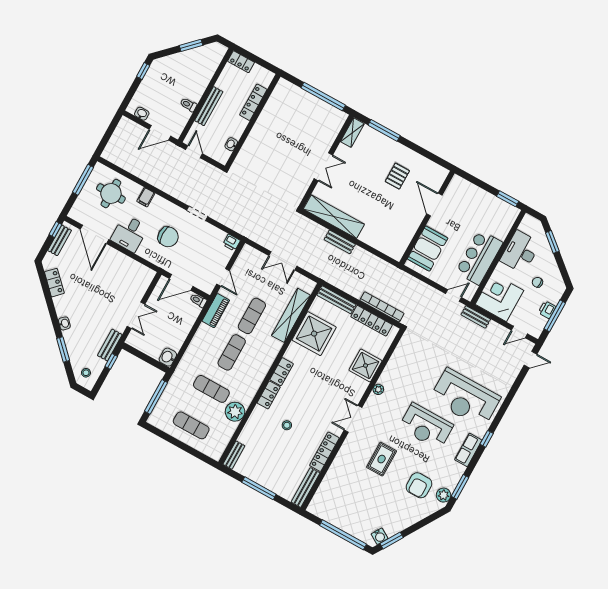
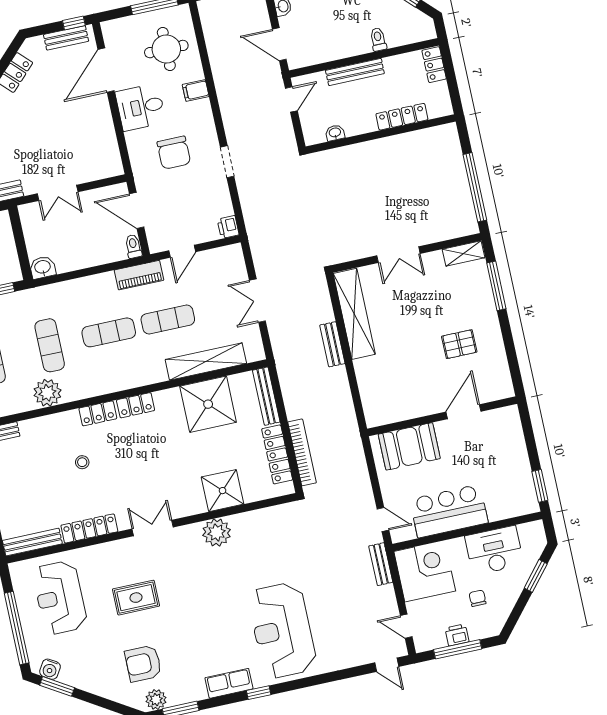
toilet: (188, 105) -> (378, 39), moved
plant: (378, 389) -> (217, 532), width x1.87, depth x1.87
reception desk: (426, 426) -> (60, 598), moved

